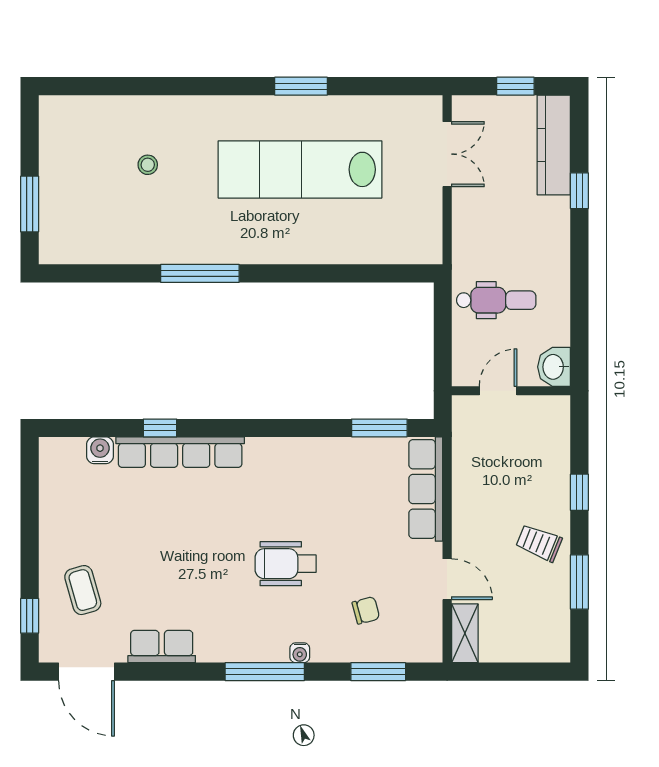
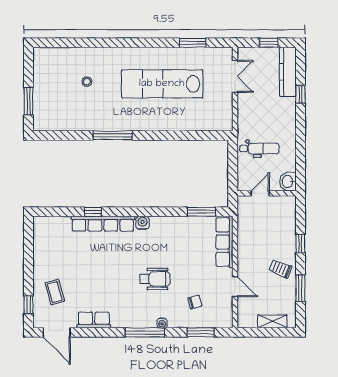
window: (301, 86) -> (193, 43), moved
water cooler: (100, 450) -> (143, 223), moved
wheelchair: (286, 564) -> (155, 279), turned 180
shelving: (465, 633) -> (272, 321), moved, turned 90

